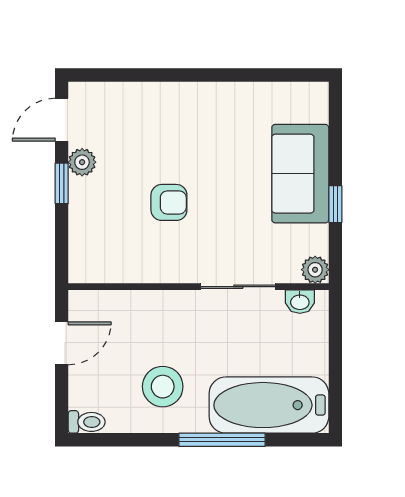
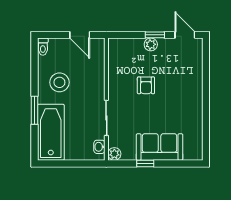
plant: (82, 162) -> (151, 44), moved
window: (222, 440) -> (34, 110), width x0.69

